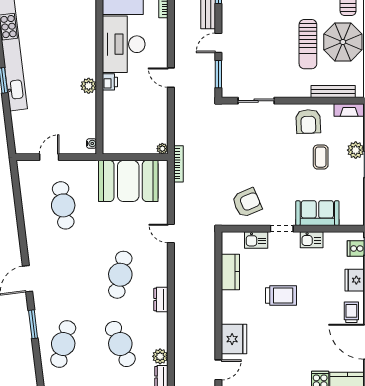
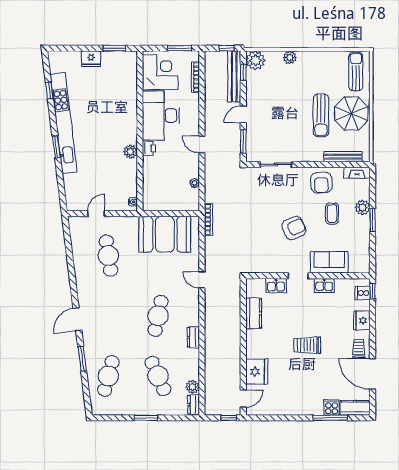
plant: (162, 149) -> (194, 183), moved
armchair: (247, 203) -> (294, 228), moved
trolley: (281, 296) -> (307, 345), moved, turned 180

